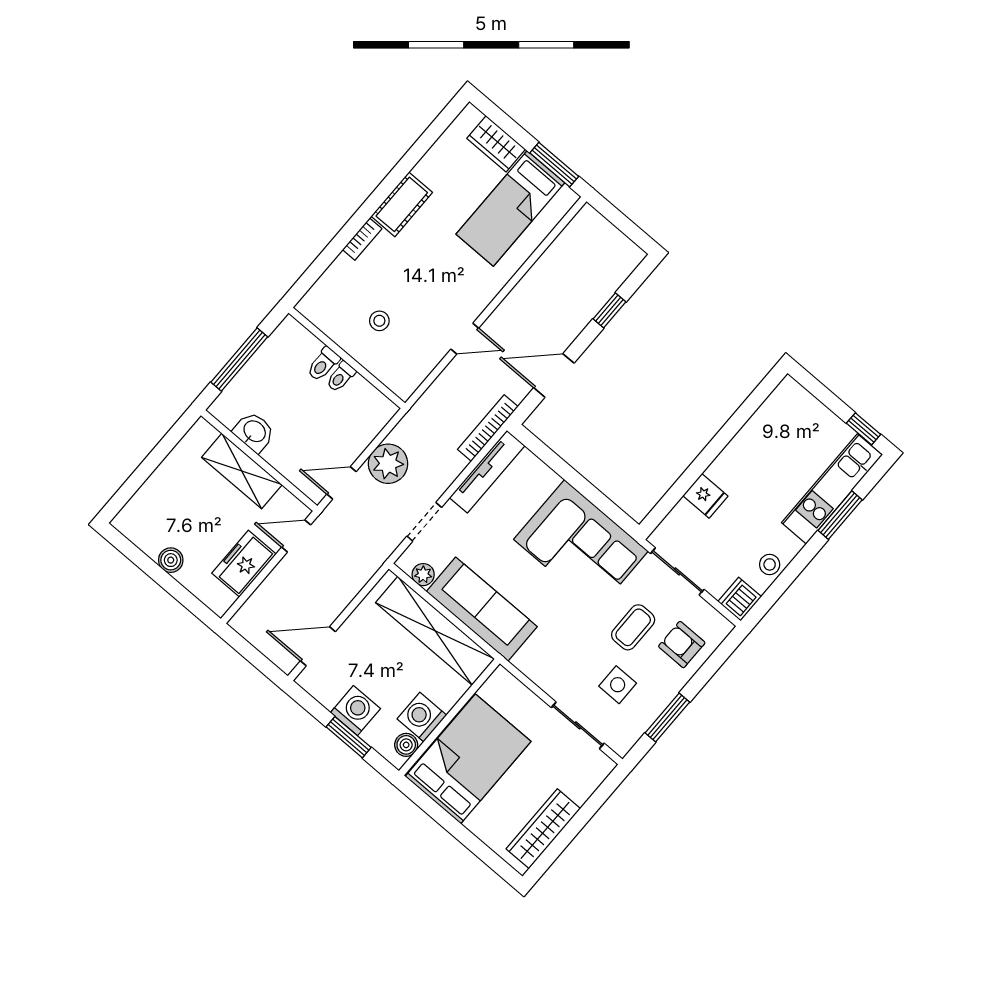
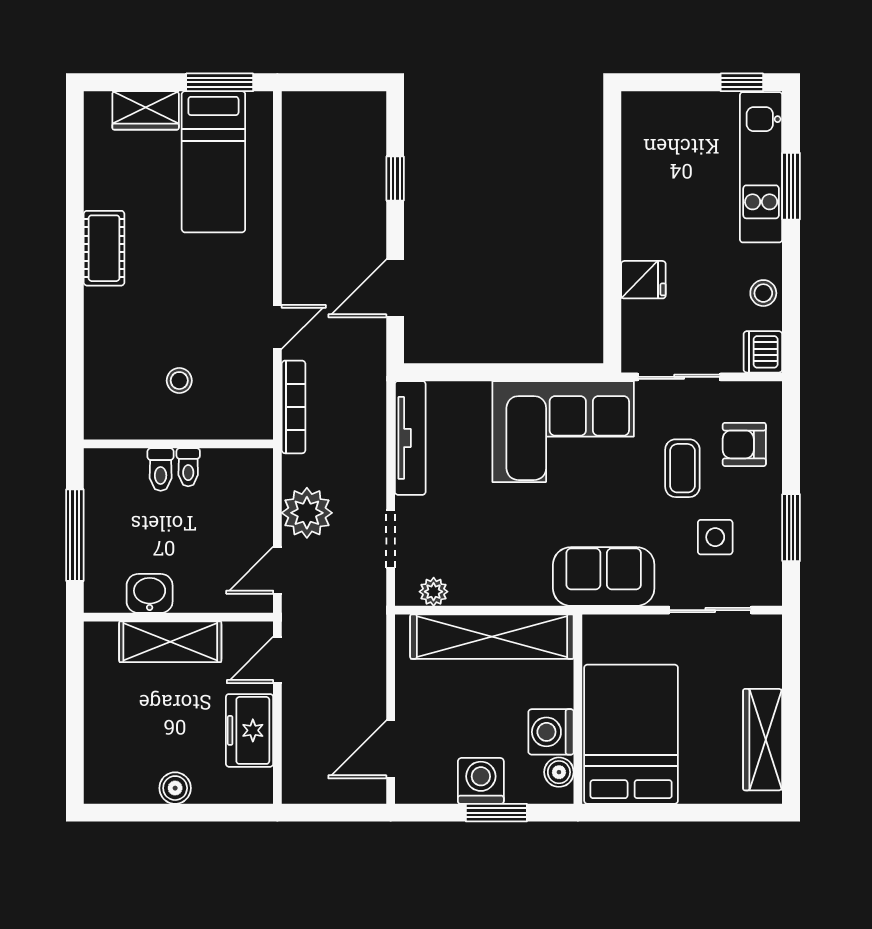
bookcase: (362, 239) -> (94, 315), removed
bookcase: (488, 428) -> (294, 407), moved, turned 180
sofa: (482, 609) -> (604, 577), moved, width x0.73

